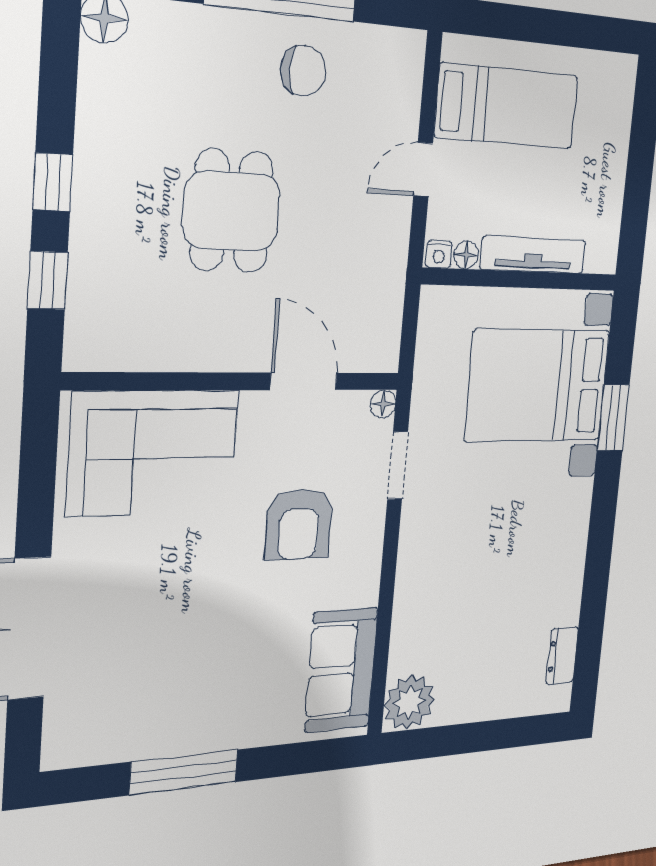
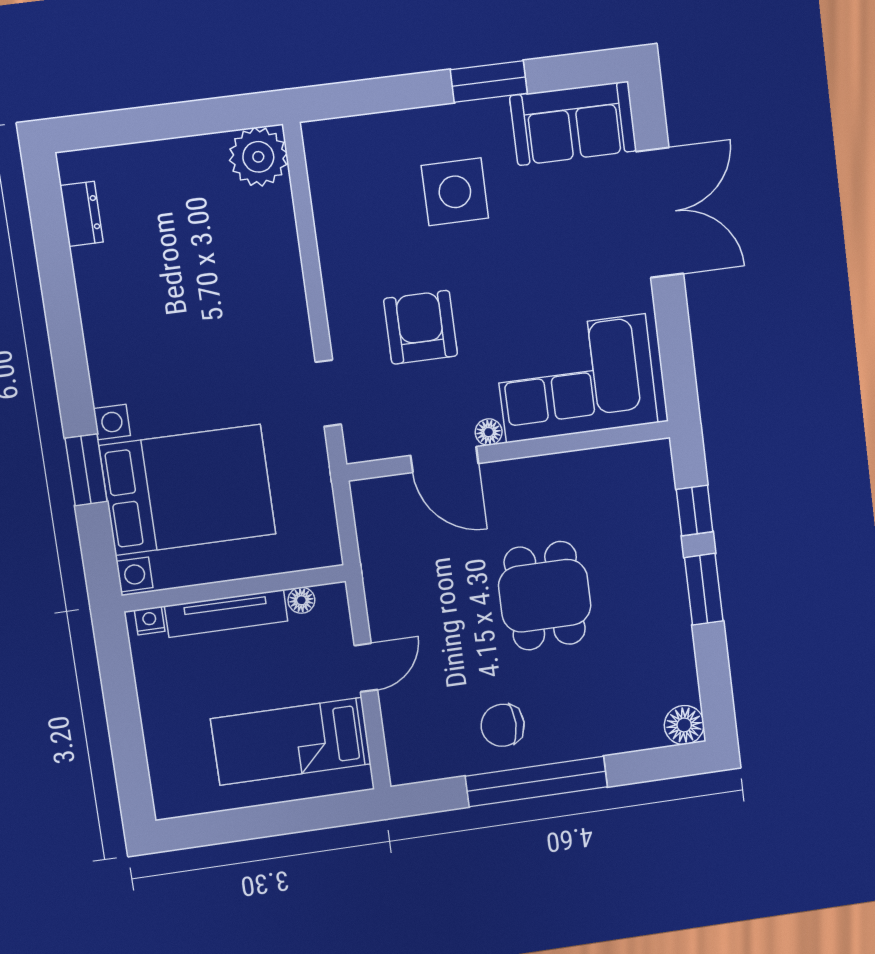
window: (53, 182) -> (704, 589), width x1.50
nightstand: (439, 254) -> (150, 621), moved
floor lamp: (383, 404) -> (489, 432), moved
side table: (239, 661) -> (455, 192), added
sofa: (341, 670) -> (573, 123), moved, turned 90
window: (184, 772) -> (489, 82), width x0.69

